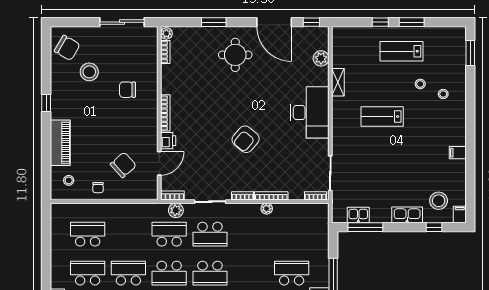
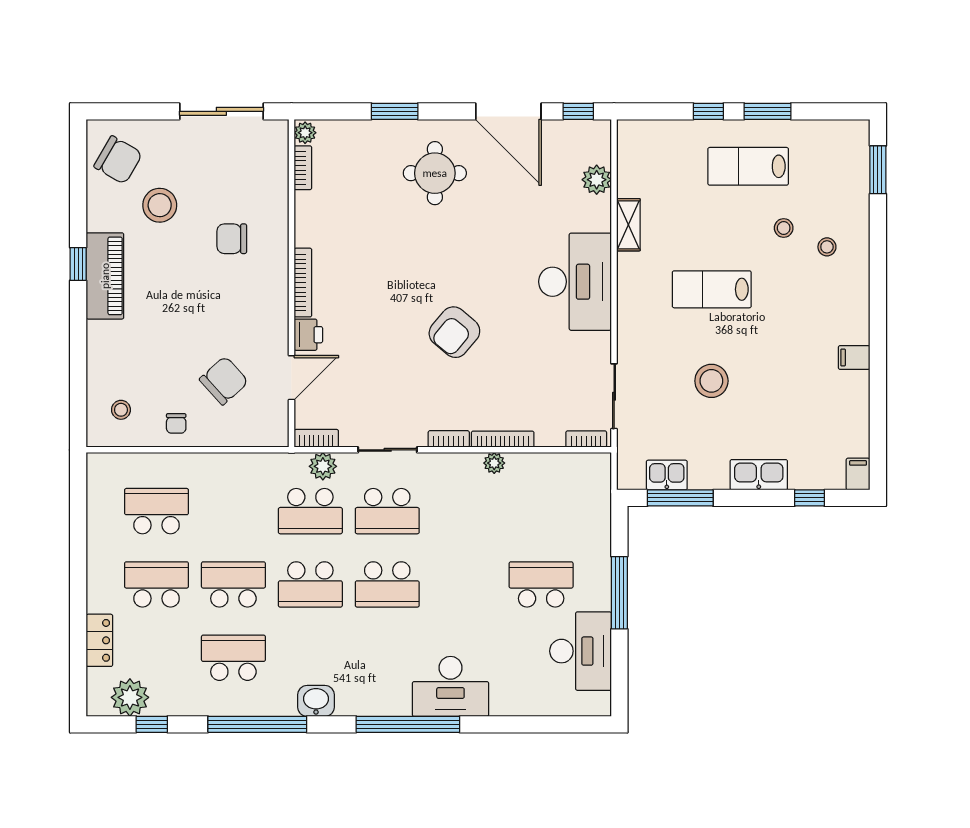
piano: (60, 143) -> (105, 276), moved
stool: (439, 201) -> (711, 381), moved
school desk: (169, 234) -> (310, 511), turned 180

